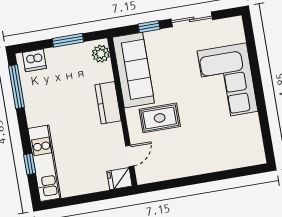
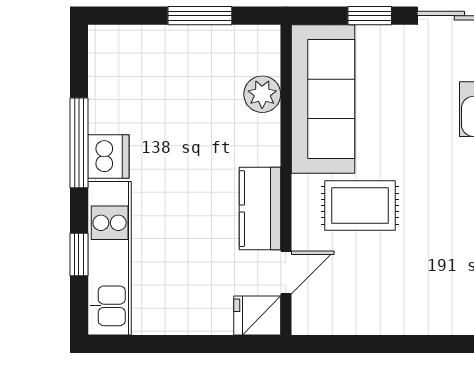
plant: (101, 54) -> (262, 94), moved
dishwasher: (34, 60) -> (108, 157), moved, turned -90
window: (17, 87) -> (79, 143), moved
kitchen counter: (108, 103) -> (260, 209), moved

